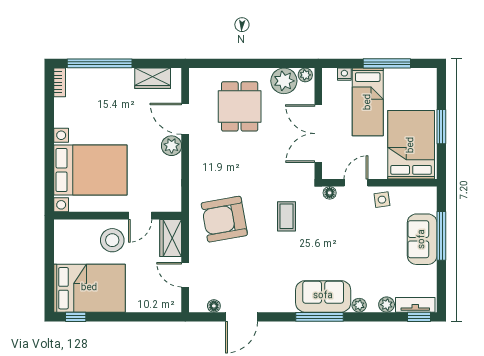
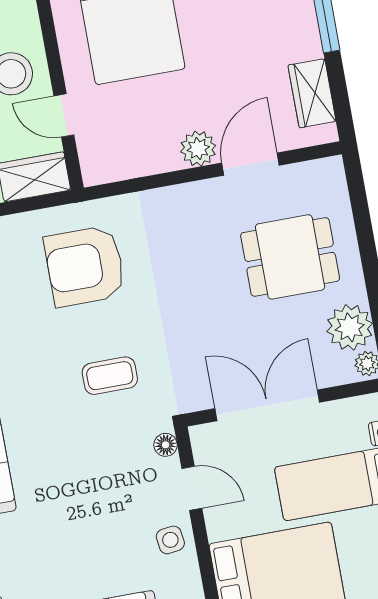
armchair: (224, 219) -> (85, 266), turned -80

